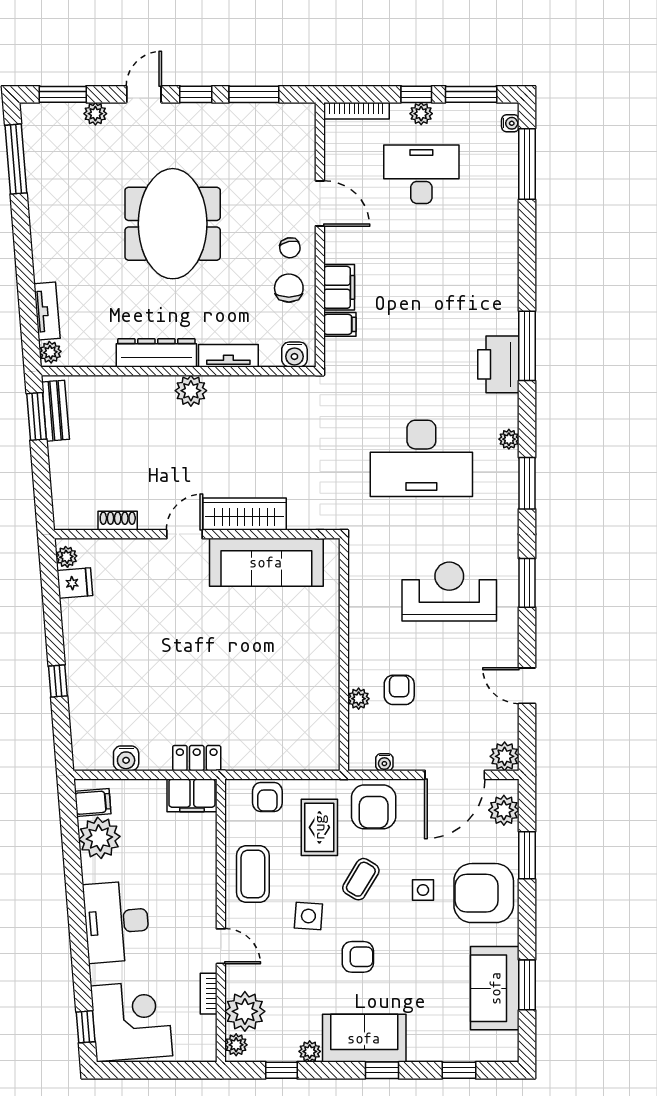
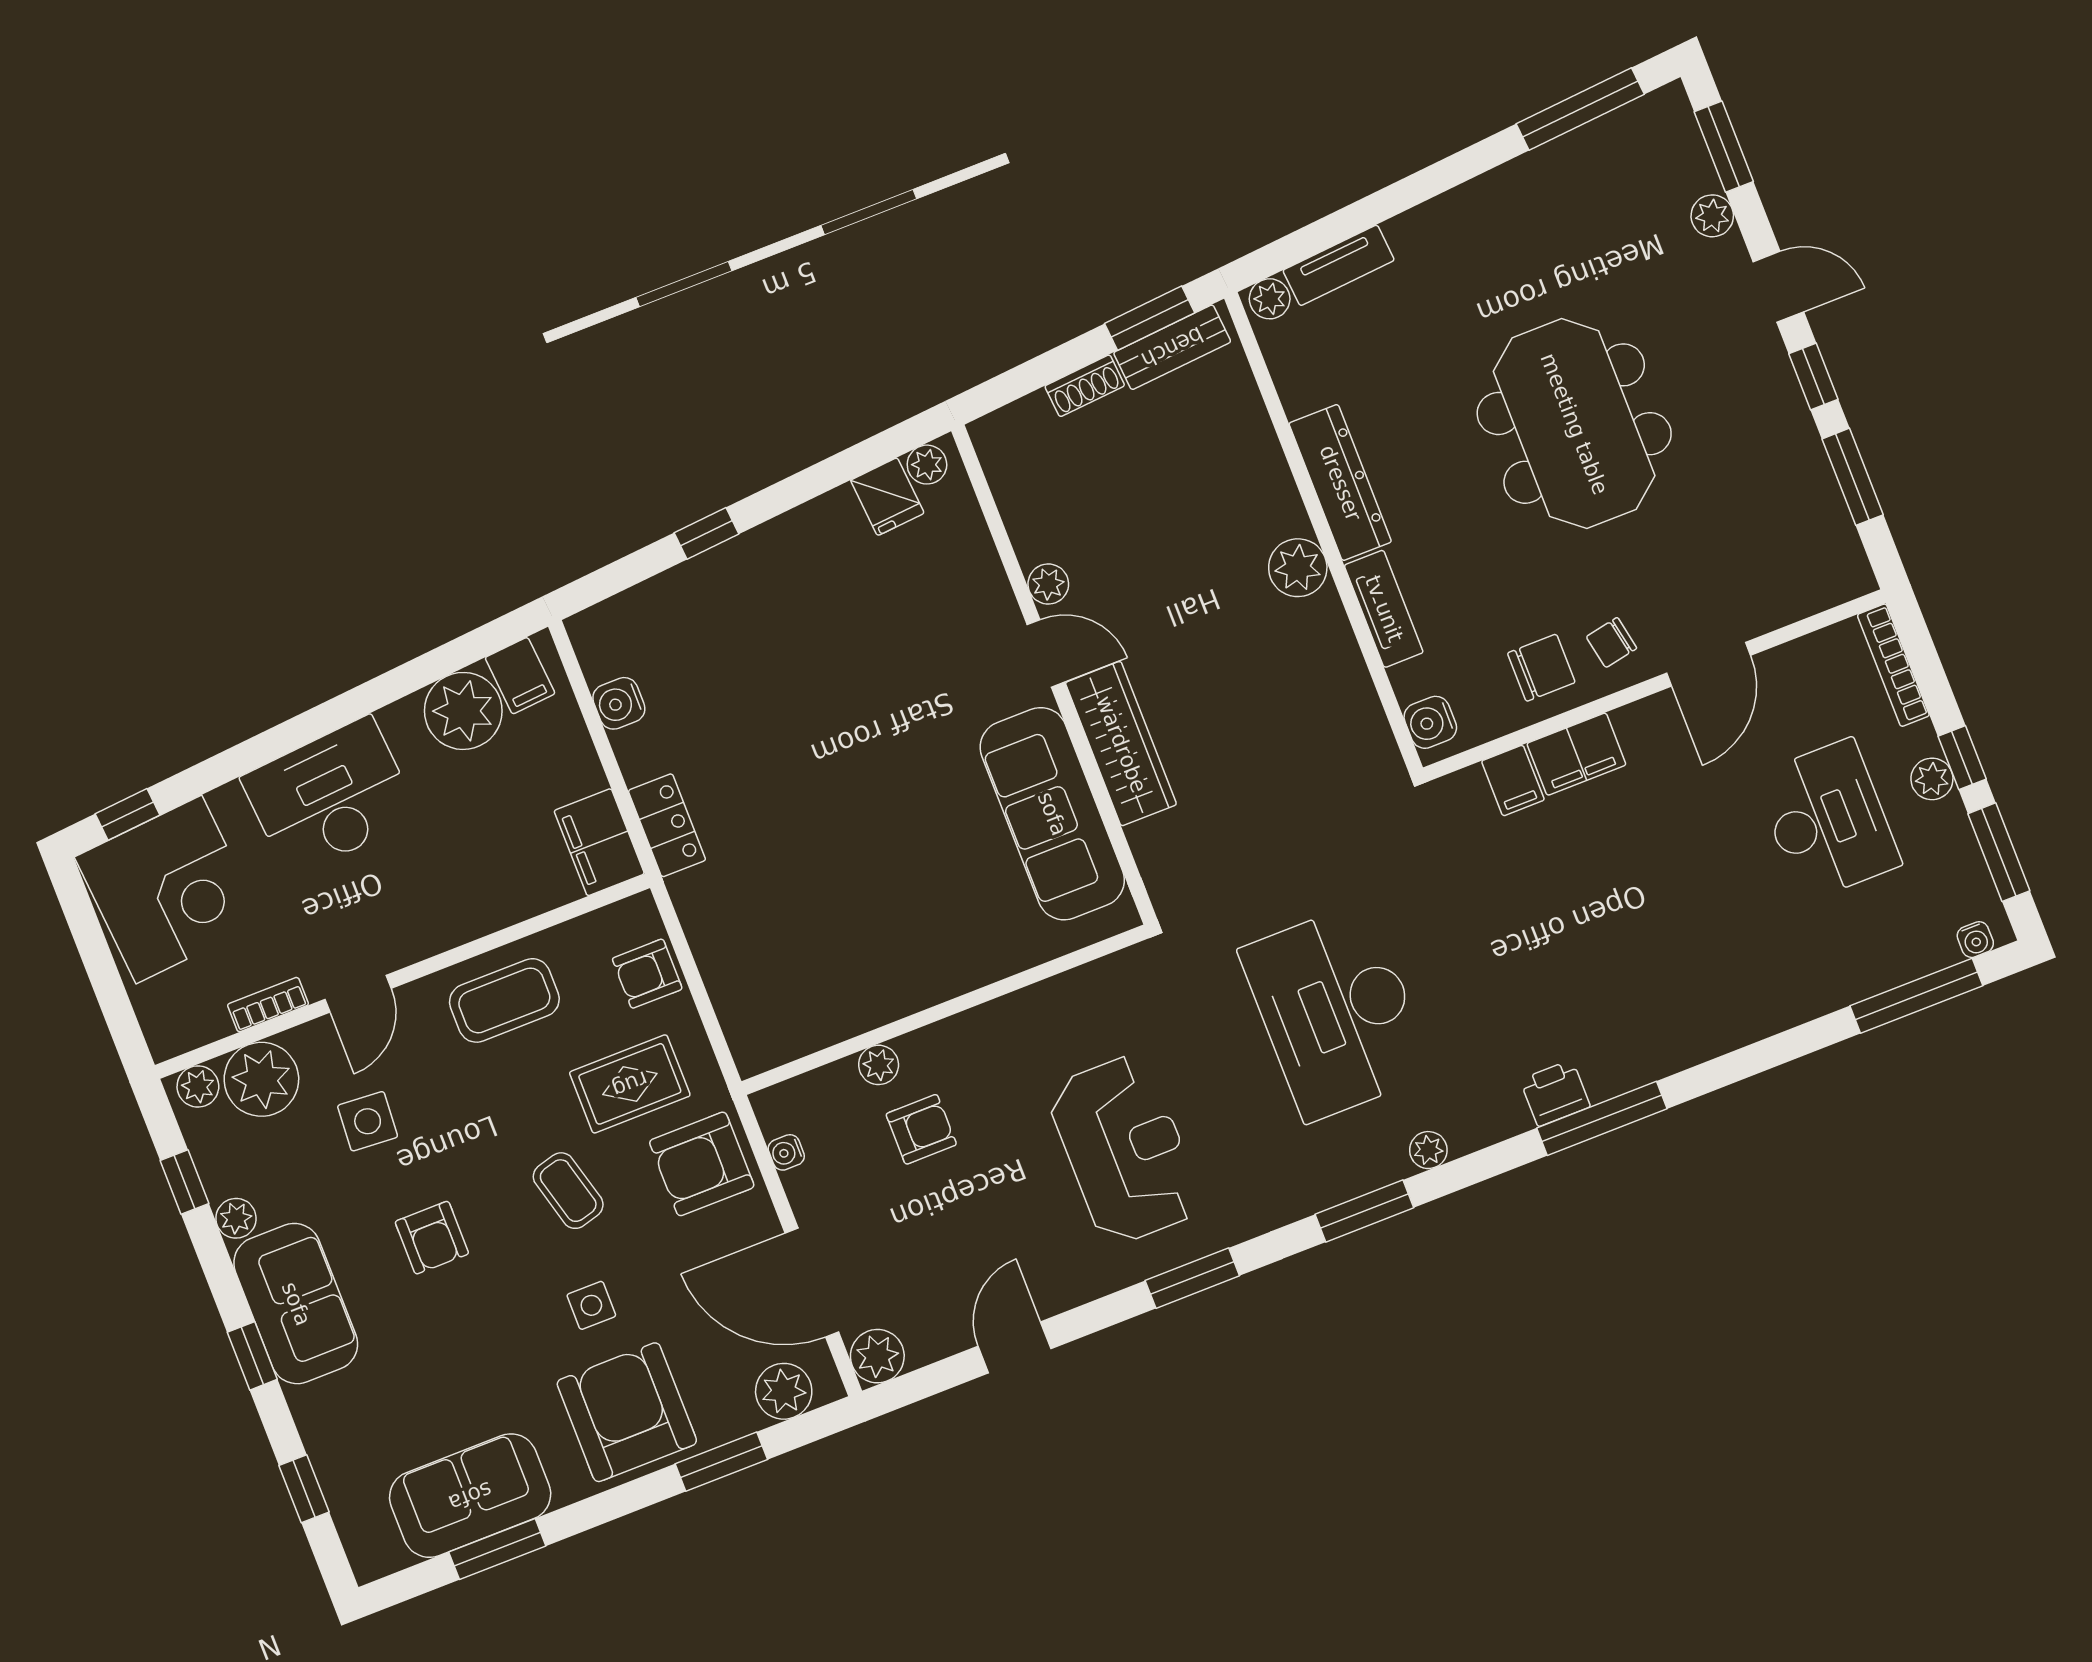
meeting table: (173, 224) -> (1574, 424), turned 90
printer: (498, 364) -> (1555, 1093), width x0.53, depth x0.68
plant: (150, 519) -> (1048, 584), added
shoe rack: (118, 521) -> (1085, 386), moved, turned 85
coffee table: (361, 879) -> (568, 1191), turned 44
side table: (308, 916) -> (368, 1121), moved

